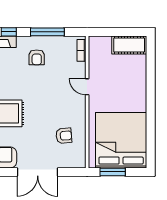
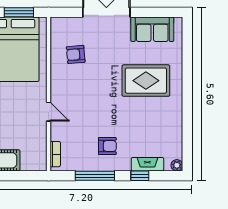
armchair: (37, 57) -> (107, 146), turned 90

